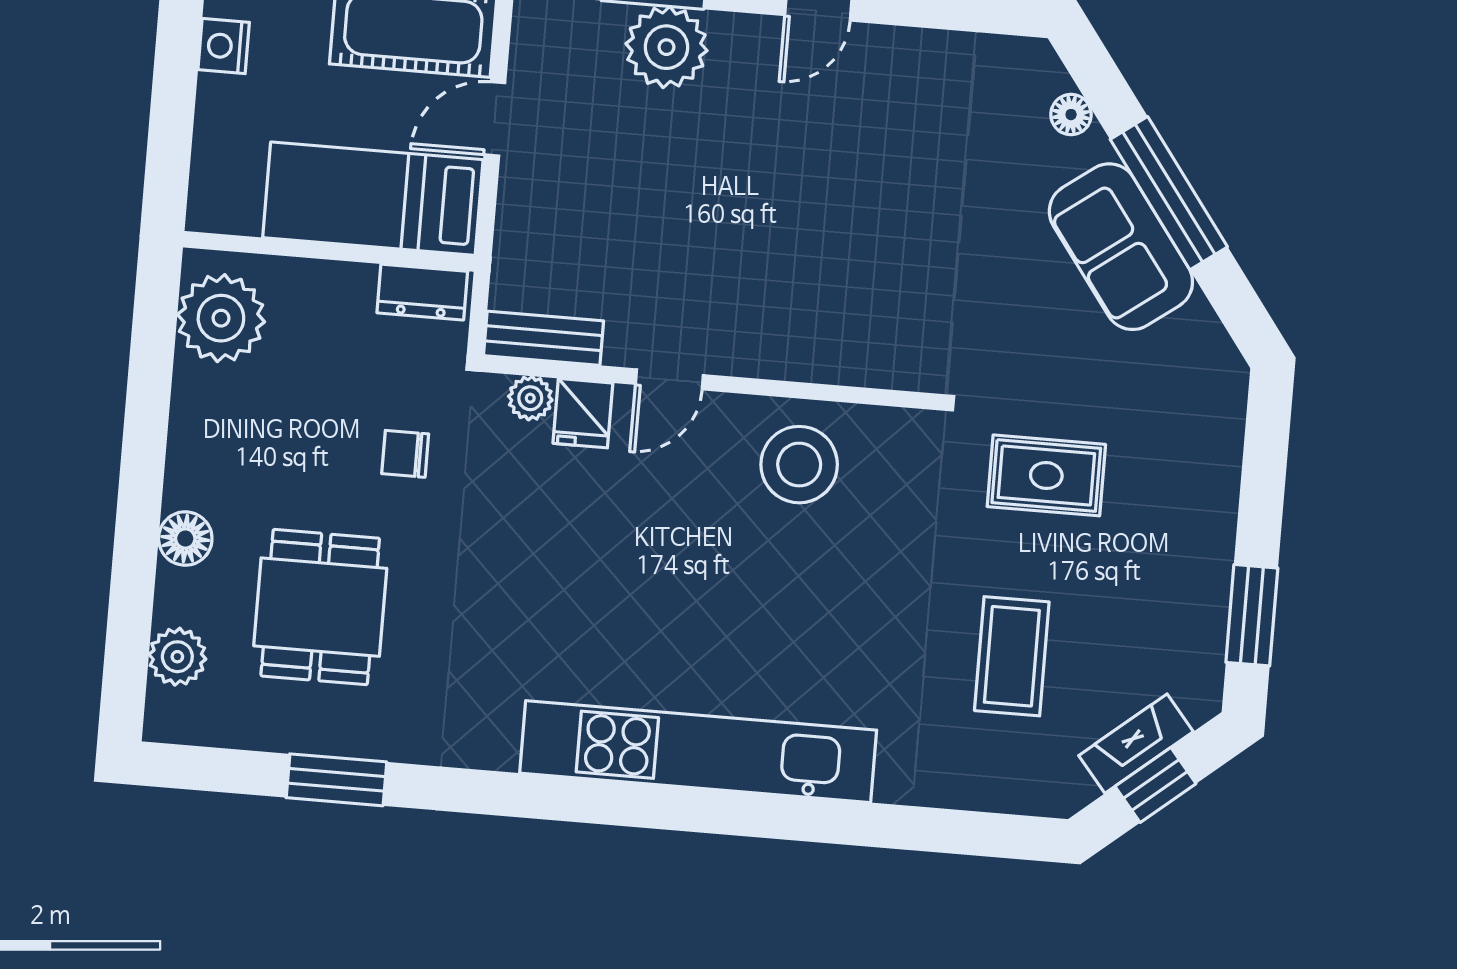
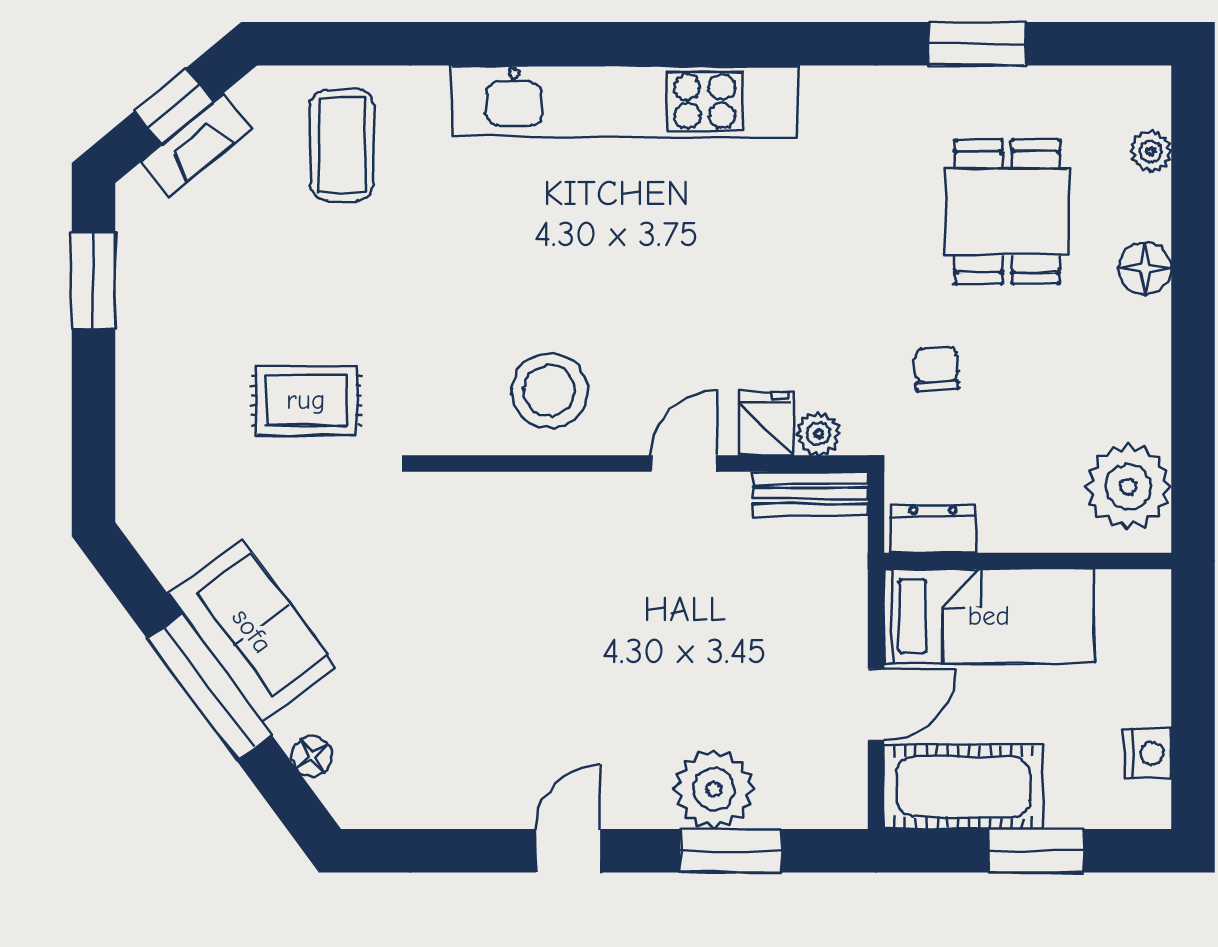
chair: (405, 454) -> (936, 369), turned -93
coffee table: (1012, 656) -> (342, 145), moved
plant: (177, 657) -> (1151, 151), width x0.73, depth x0.73

